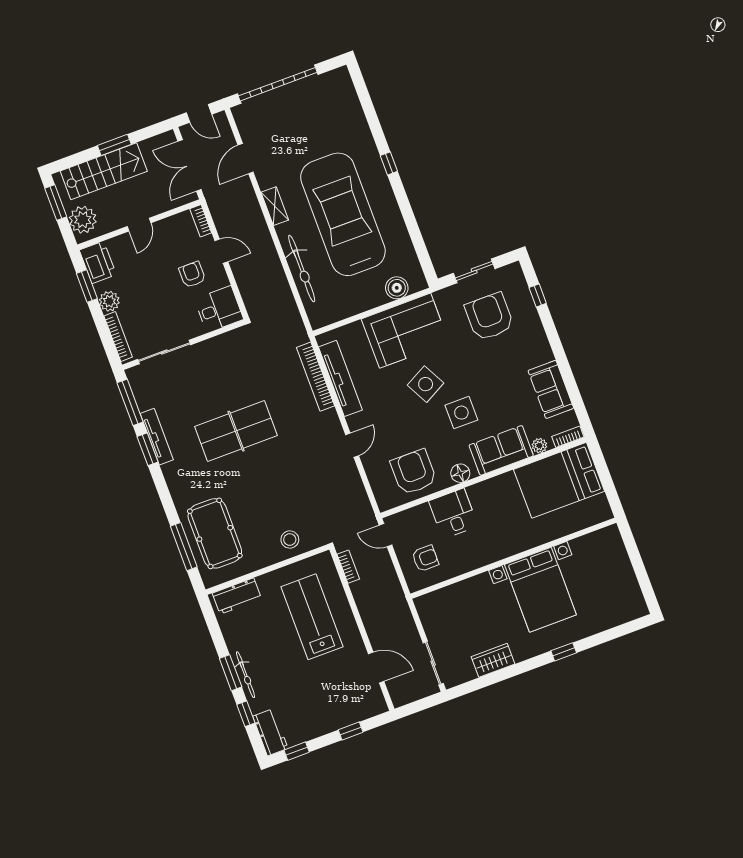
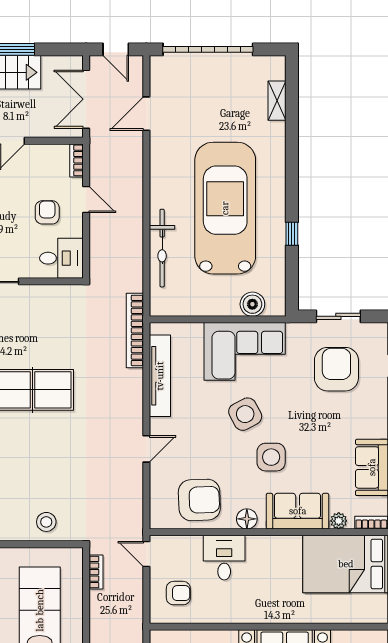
window: (389, 163) -> (292, 234), moved
shelving: (275, 206) -> (277, 101), moved
bookcase: (315, 377) -> (135, 330), moved
armchair: (414, 472) -> (199, 500), turned 88

